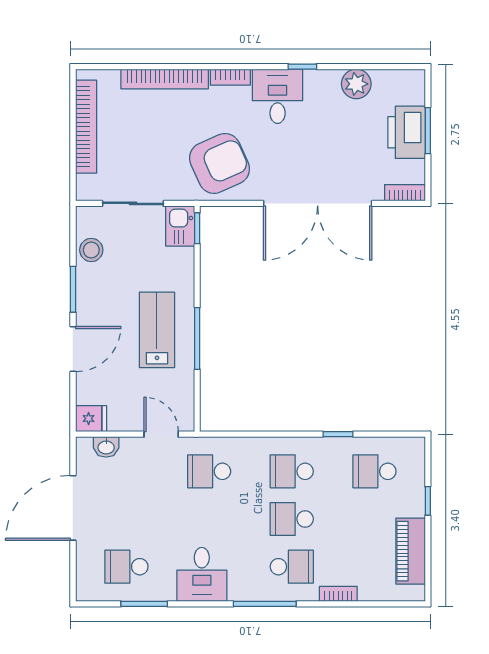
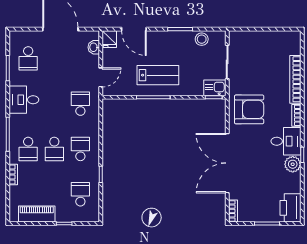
plant: (356, 84) -> (293, 164), moved
bookcase: (86, 127) -> (269, 36), removed
printer: (407, 132) -> (290, 208), moved, turned -90
armchair: (220, 163) -> (249, 109), turned -66
door: (73, 349) -> (134, 29), moved
school desk: (292, 519) -> (54, 149), turned 180
school desk: (126, 567) -> (28, 58), turned 180

